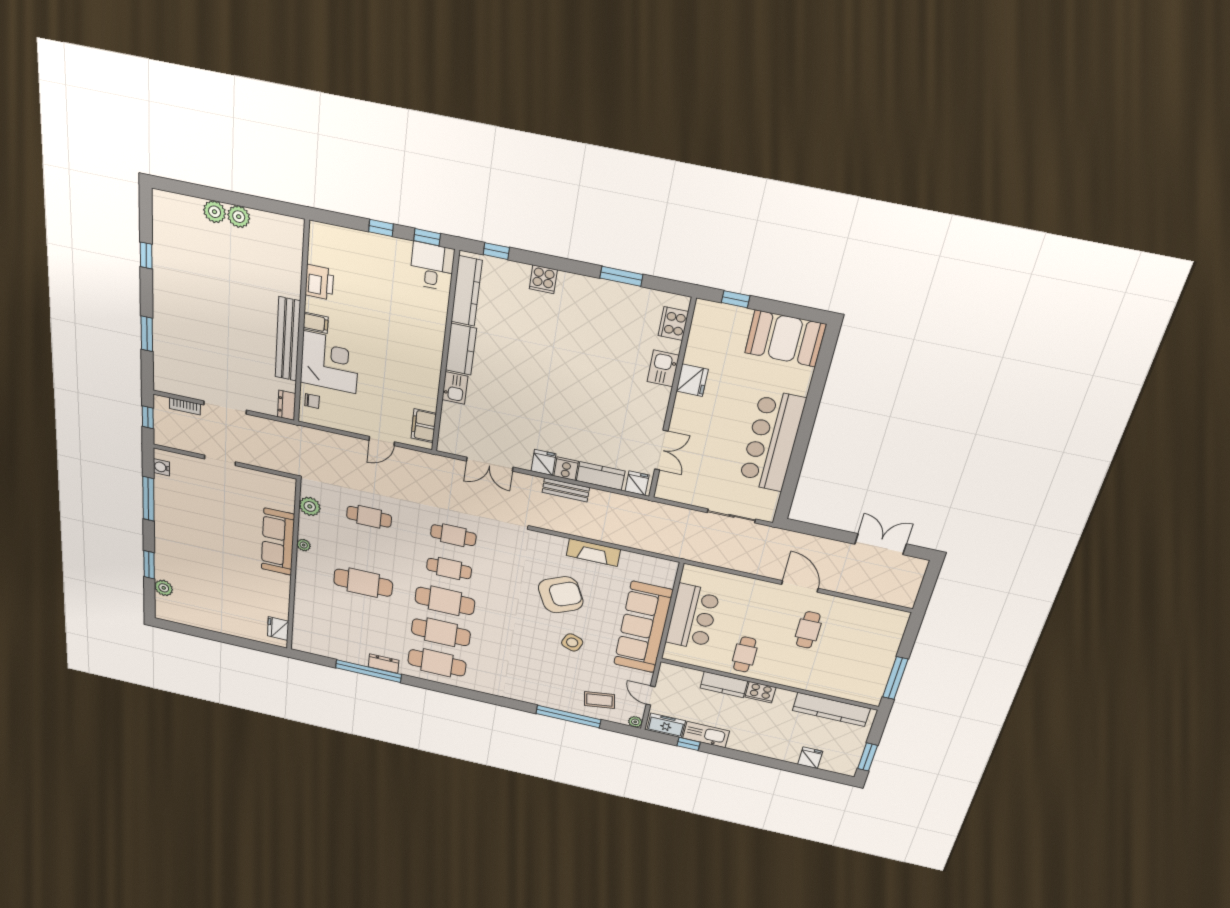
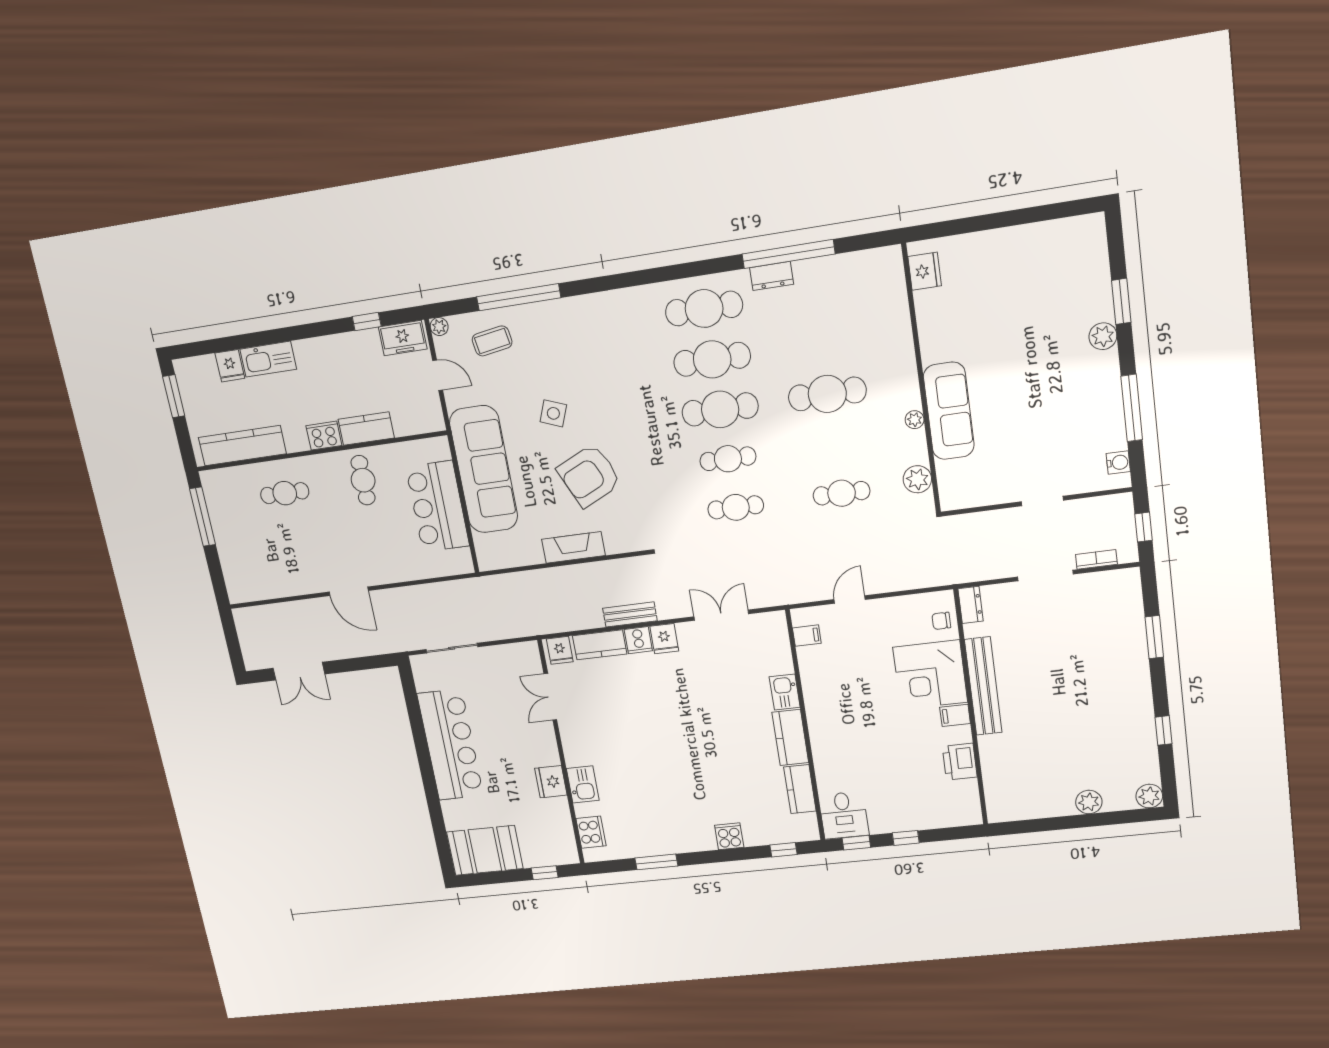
plant: (239, 217) -> (1149, 796), moved
kitchen counter: (466, 291) -> (800, 789), width x0.67
filing cabinet: (424, 426) -> (807, 636), width x0.50
plant: (164, 588) -> (1103, 336), moved
cafe table: (808, 630) -> (285, 493), moved, turned 90
kitchen sink: (706, 735) -> (268, 359), moved

